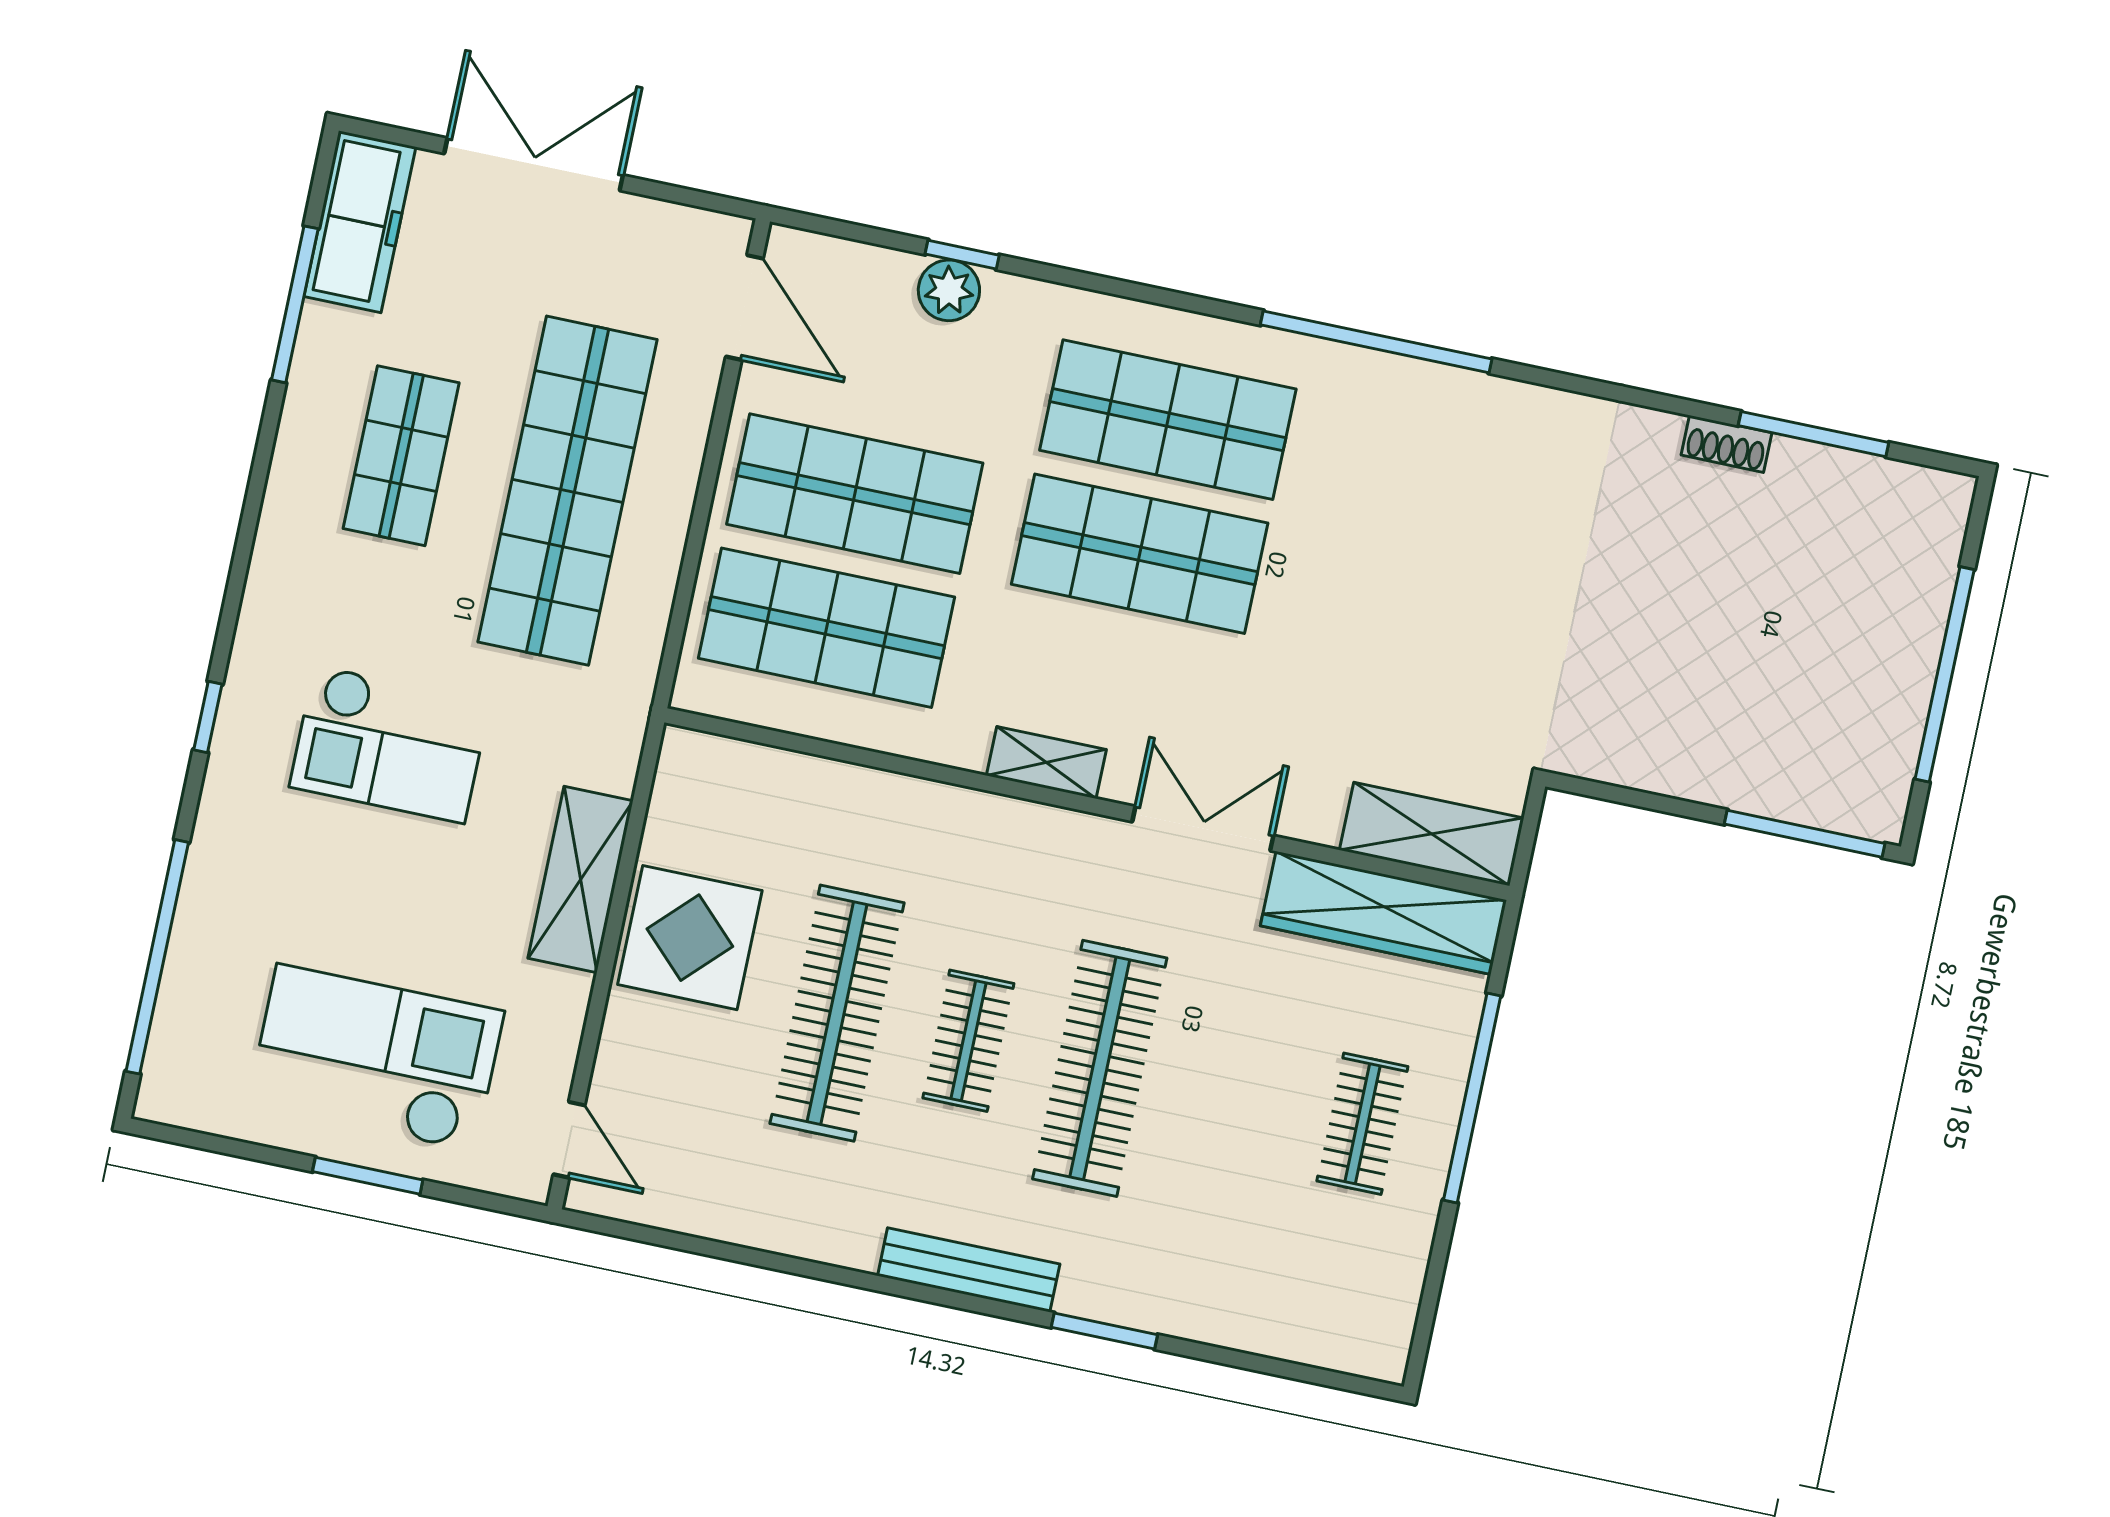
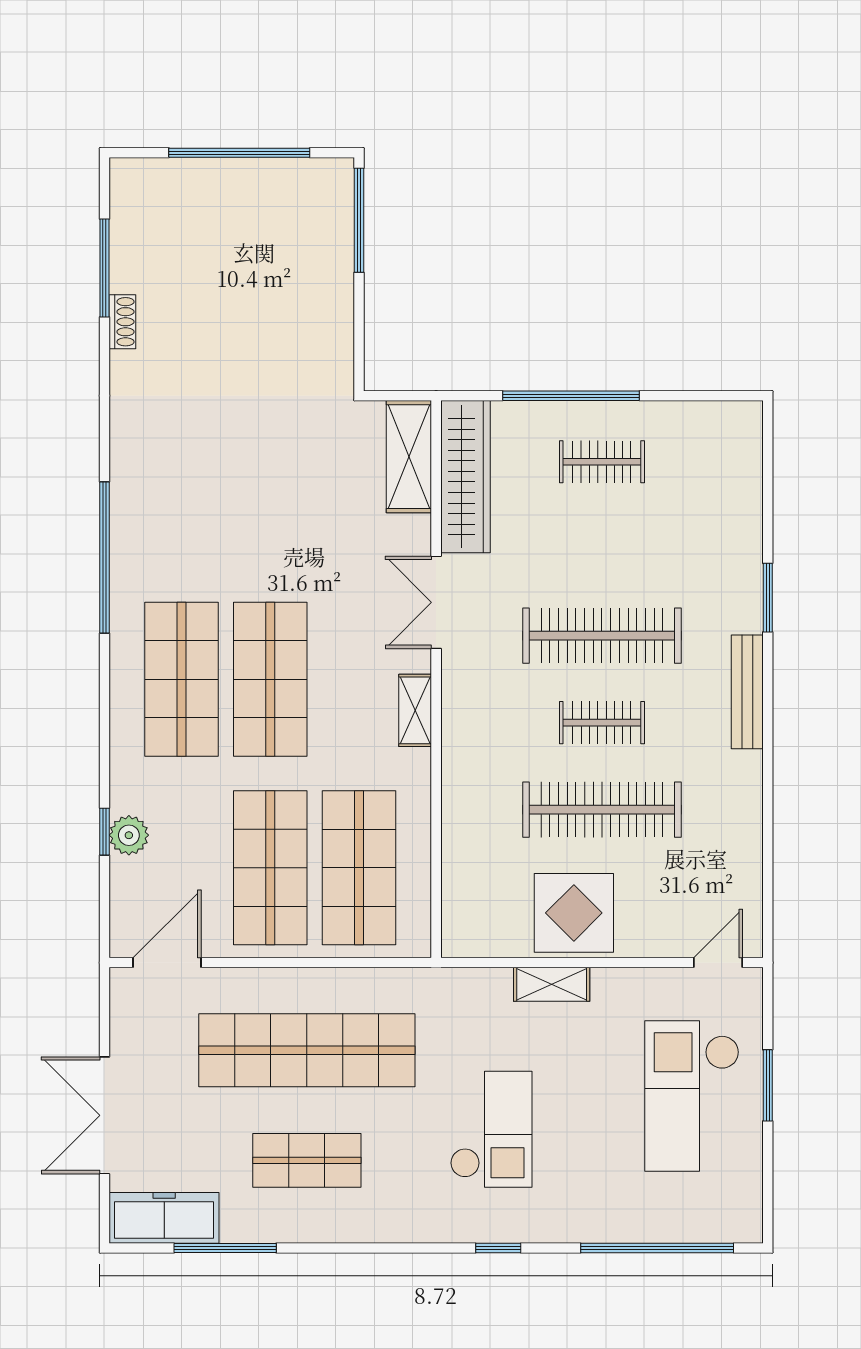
shelving: (581, 880) -> (552, 984), width x0.67, depth x0.75

